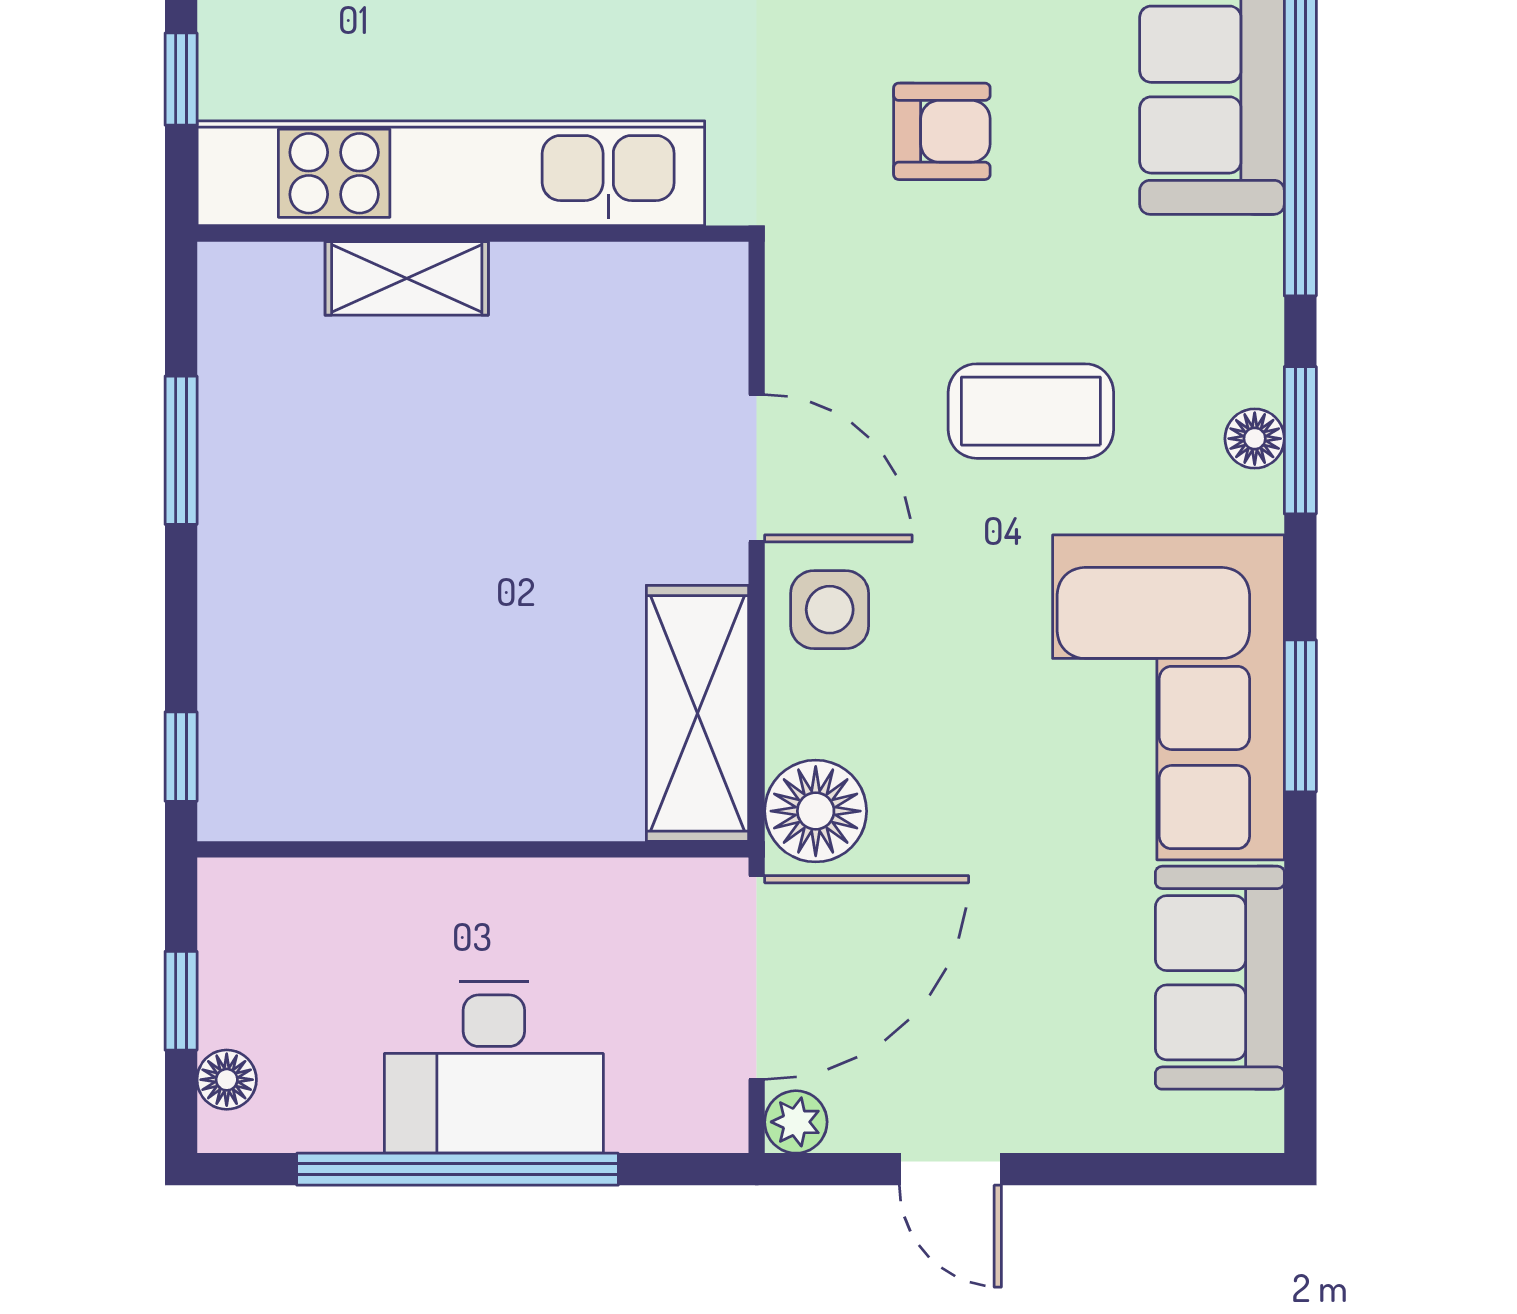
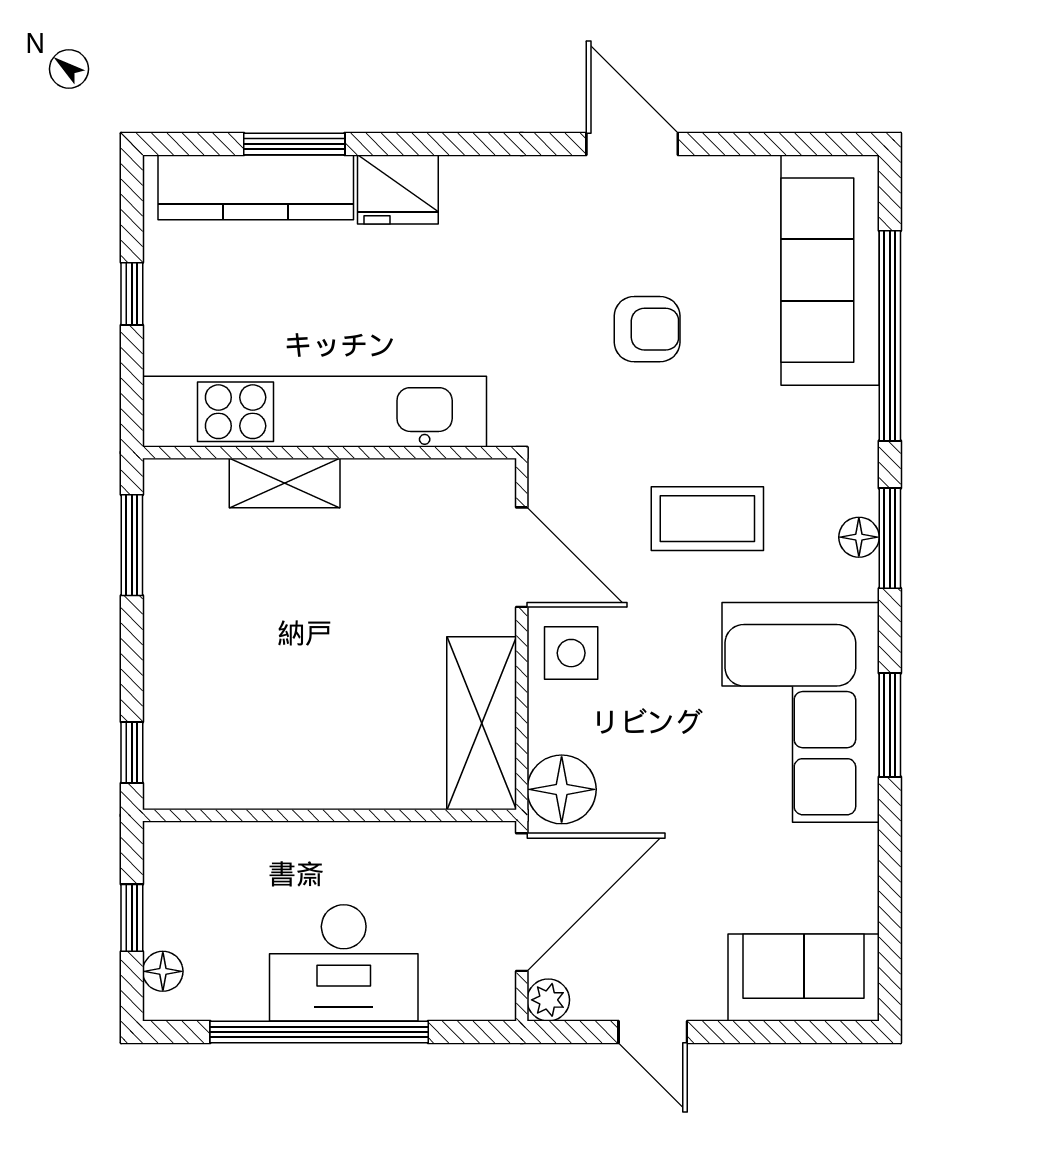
kitchen unit: (451, 173) -> (315, 412), moved
wall: (473, 234) -> (330, 453), moved
shelving: (407, 278) -> (285, 483), moved
sofa: (1220, 978) -> (804, 977), moved, turned 90

